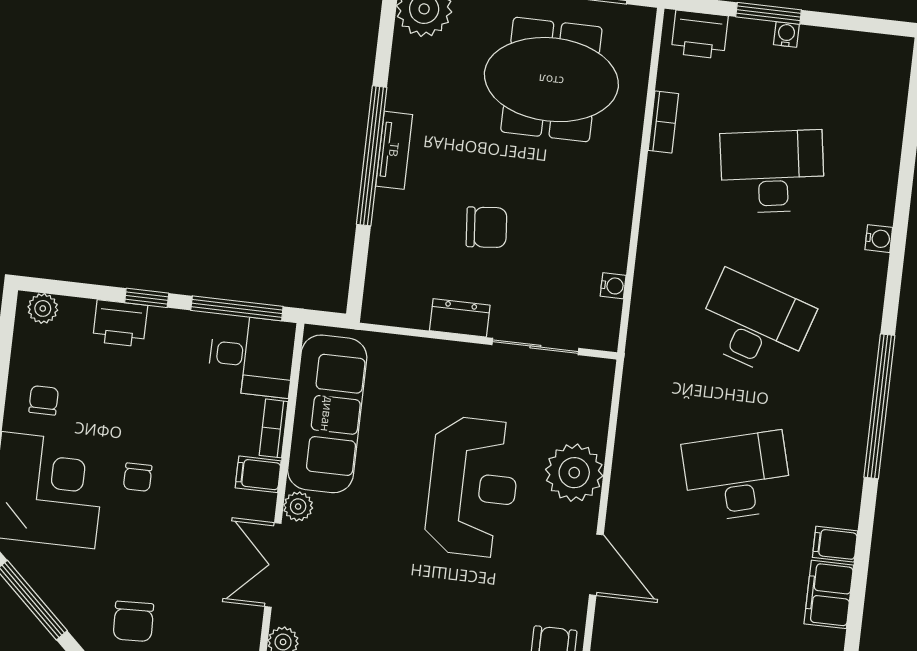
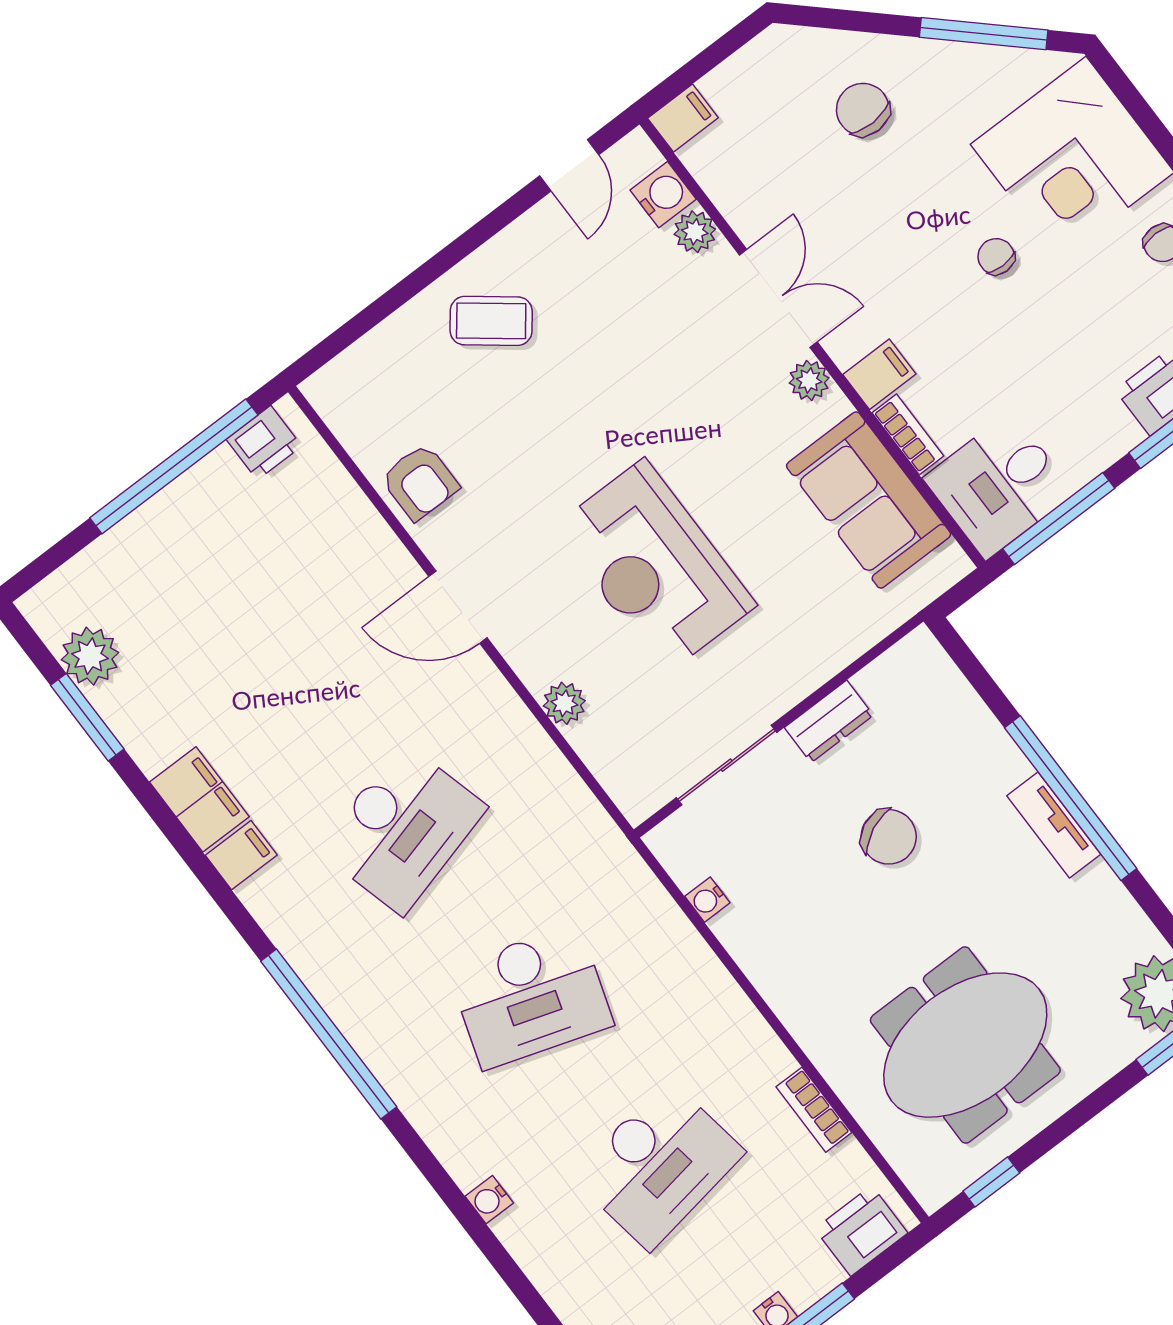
chair: (487, 227) -> (889, 837), turned -110
sofa: (327, 414) -> (869, 500), width x0.73
plant: (574, 473) -> (564, 703), width x0.53, depth x0.53

